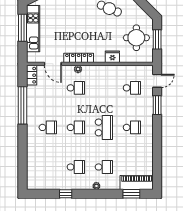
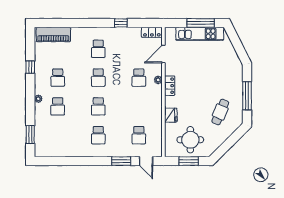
locker: (79, 58) -> (170, 86), width x0.66
window: (23, 105) -> (121, 23), width x0.32
school desk: (104, 127) -> (98, 106), width x0.54
piano: (137, 183) -> (53, 34), moved, turned 90

